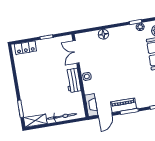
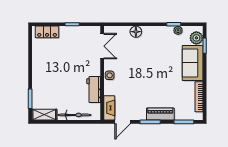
double door: (76, 52) -> (102, 46), swing flipped
workbench: (73, 80) -> (94, 90), moved
piano: (123, 105) -> (160, 114), moved

